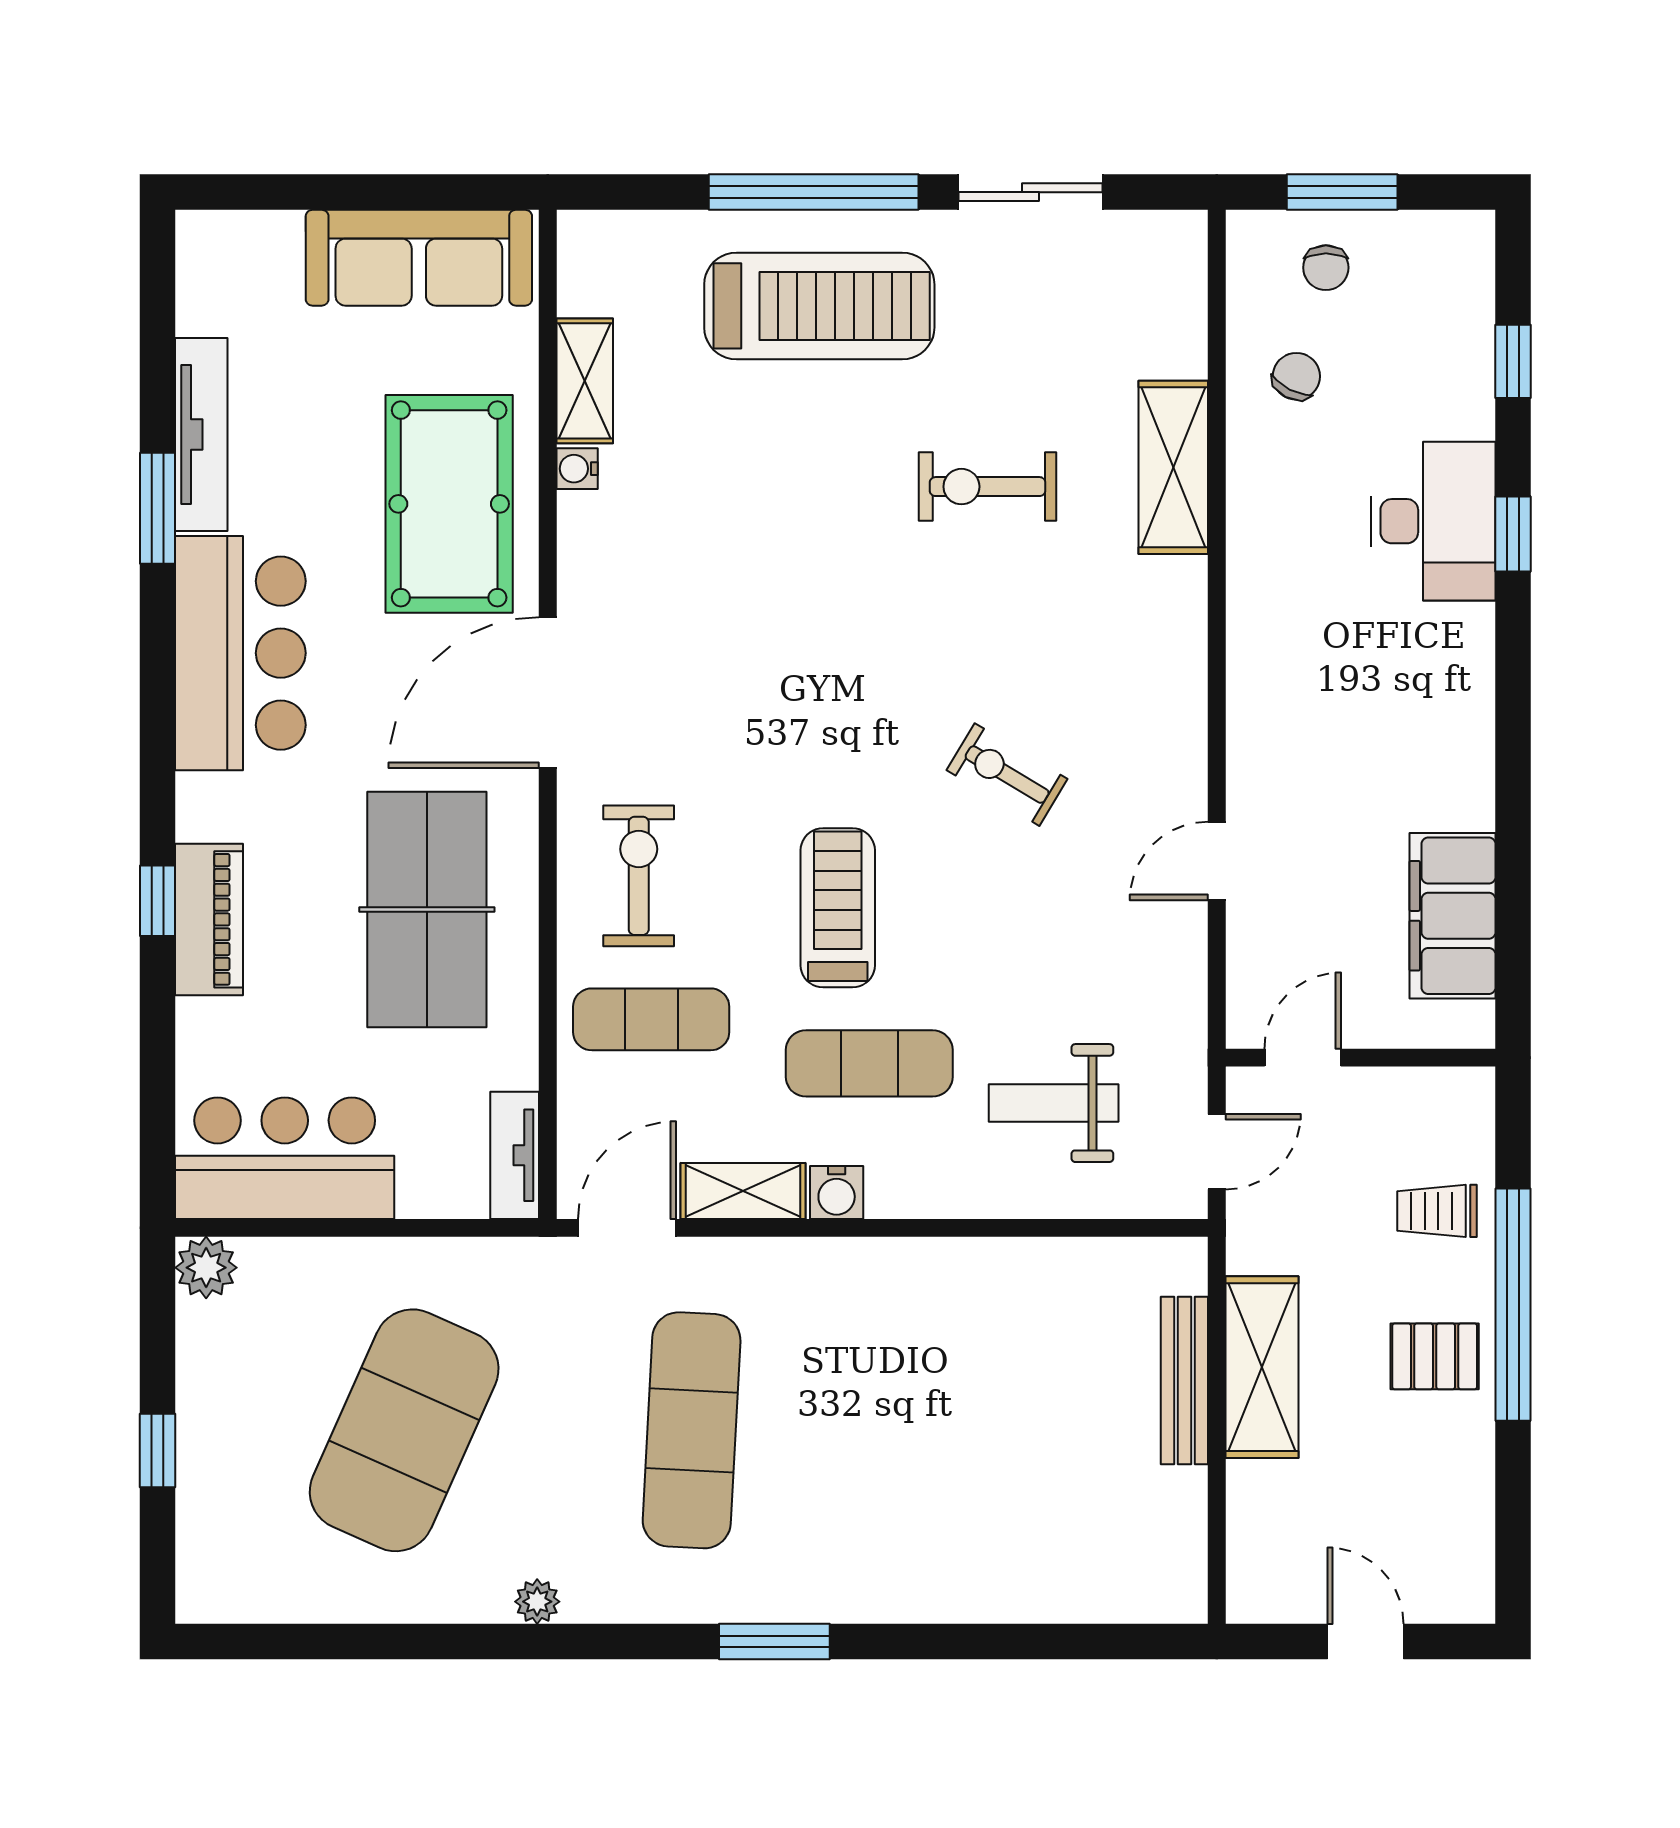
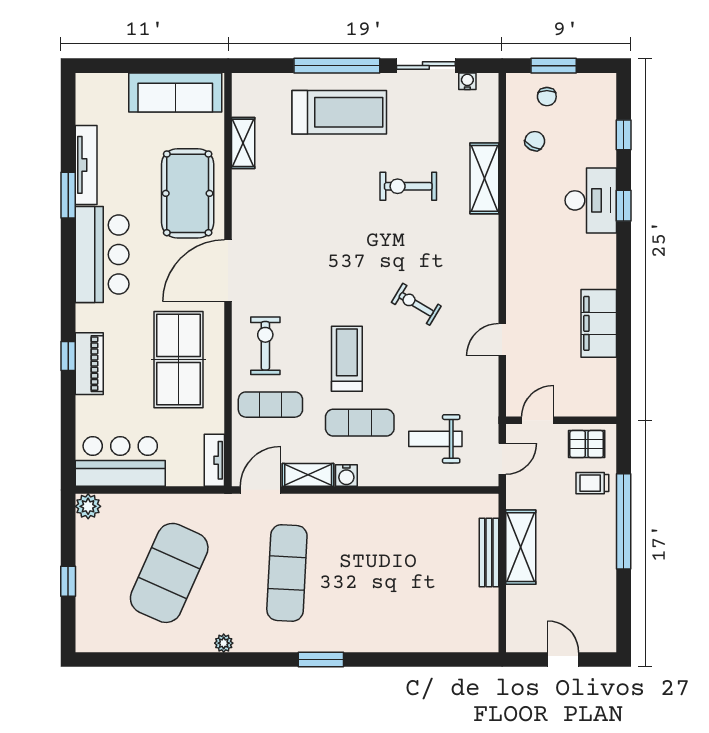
water cooler: (577, 469) -> (467, 81), moved, turned 90
filing cabinet: (1453, 916) -> (599, 323), moved
pallet: (1435, 1356) -> (587, 444), moved

